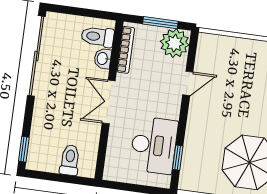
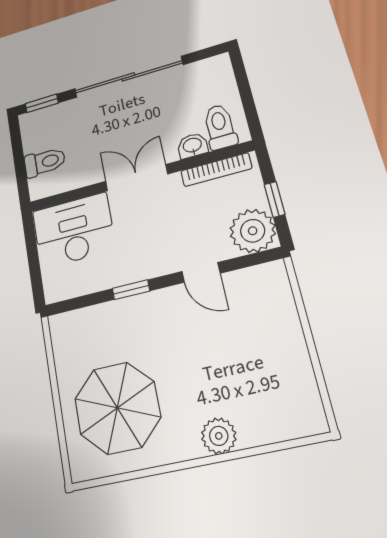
window: (160, 23) -> (275, 199), width x0.67
sliding door: (36, 56) -> (128, 77), moved
desk: (154, 145) -> (74, 230), moved, turned 180
window: (178, 158) -> (131, 290), moved

